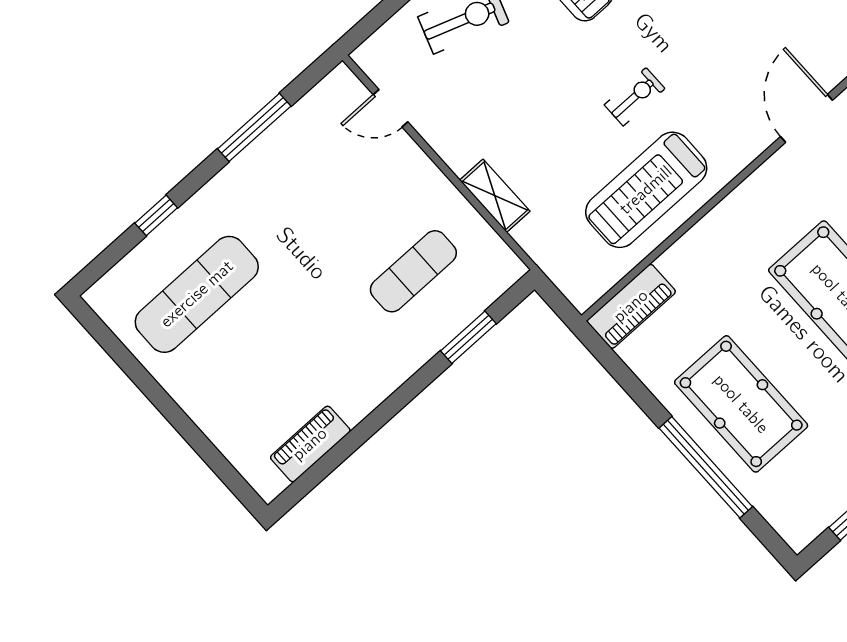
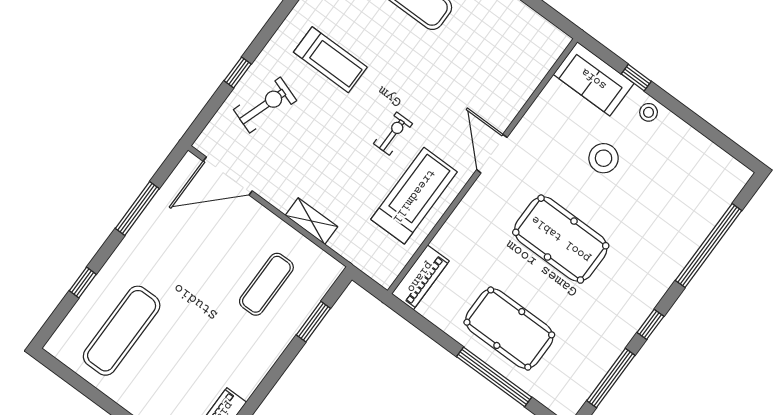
door: (391, 108) -> (228, 176), width x1.87
door: (806, 118) -> (492, 154), moved
treadmill: (646, 190) -> (414, 196), turned 180

